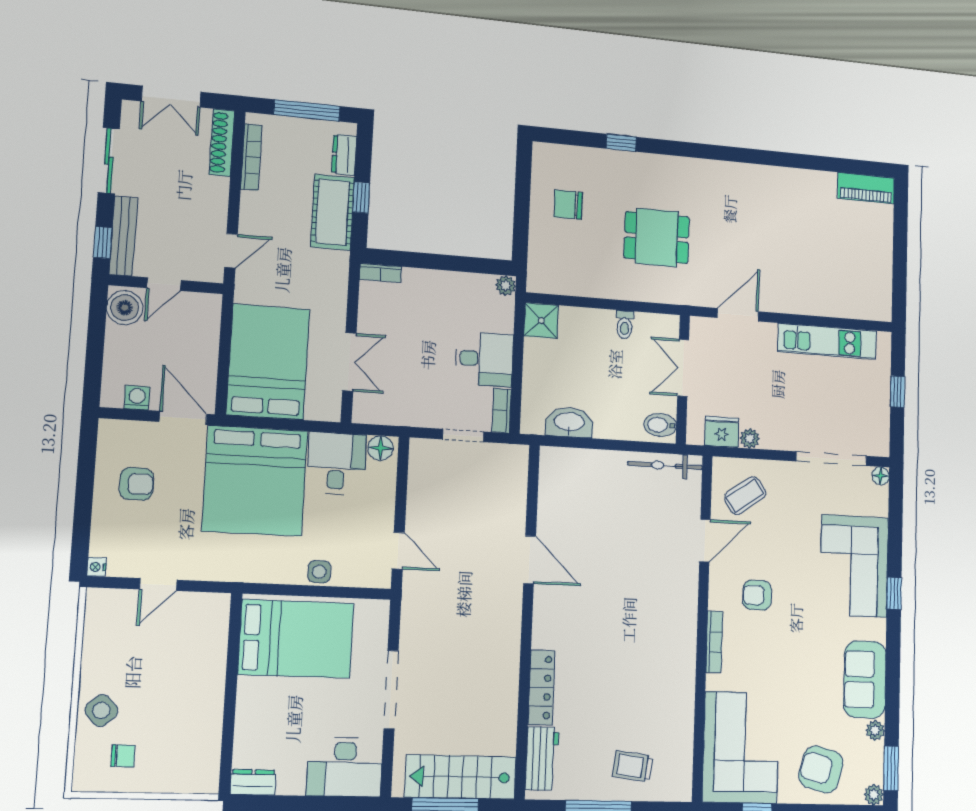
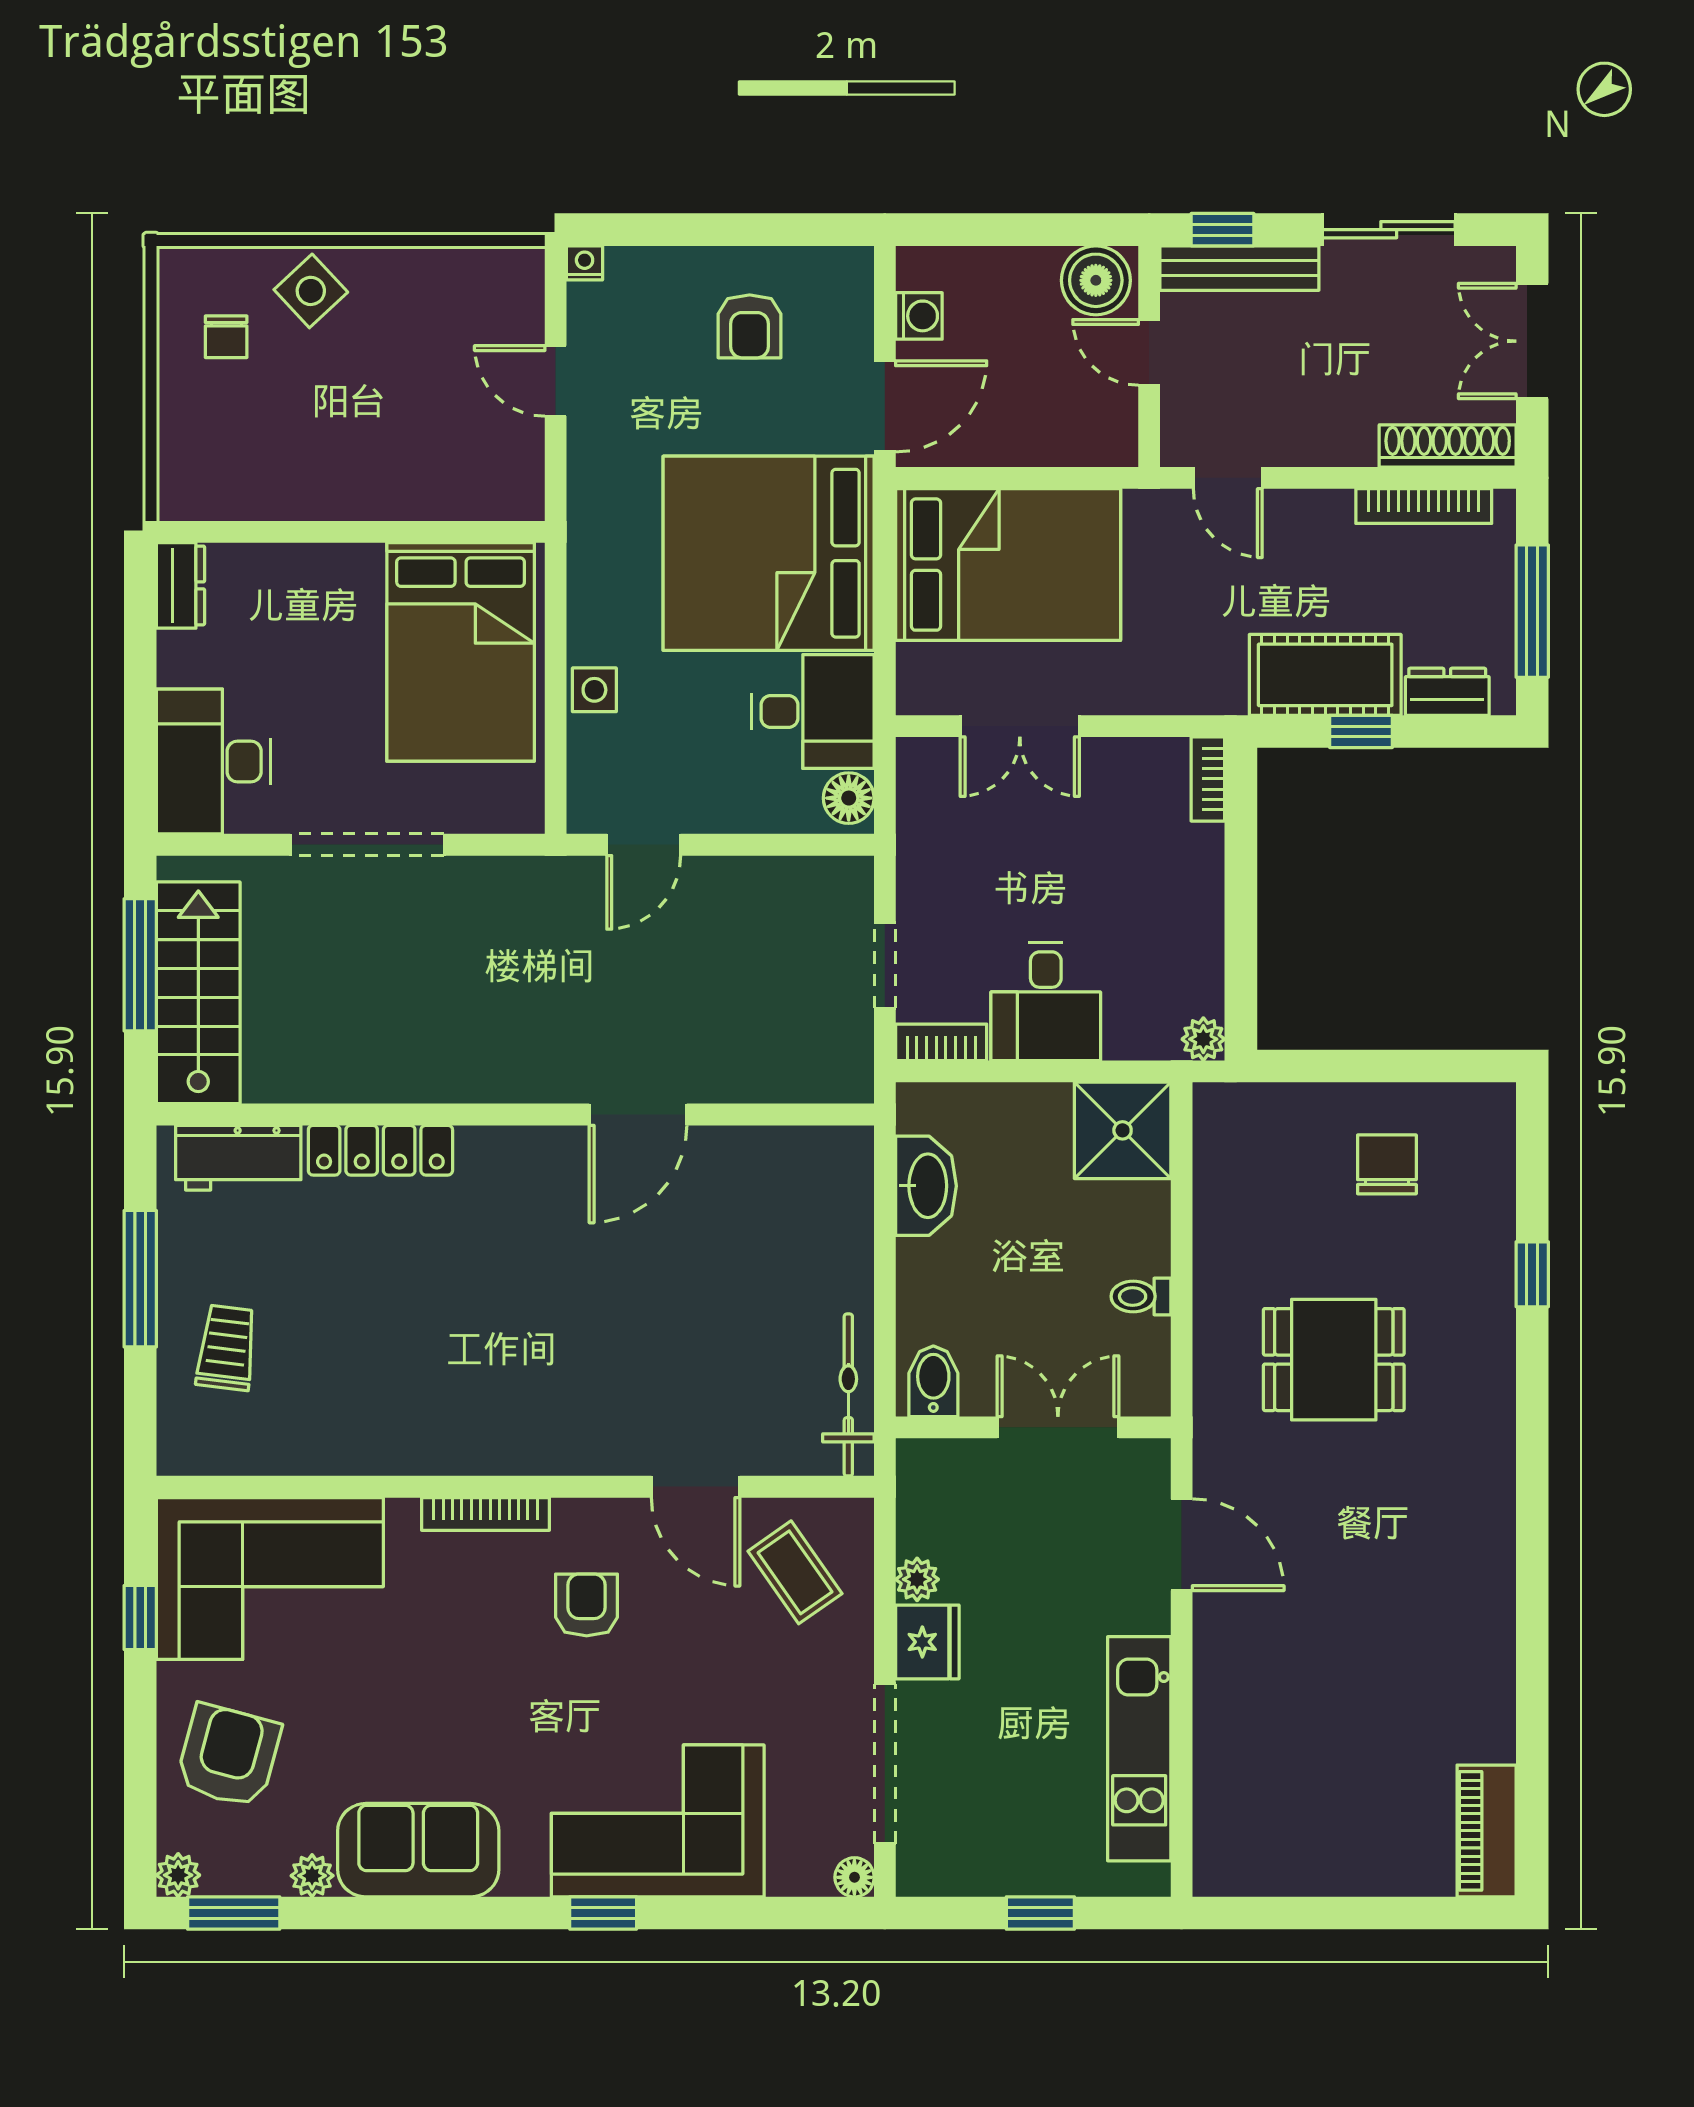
dining table: (657, 237) -> (1334, 1360), turned 90
shower: (541, 321) -> (1123, 1130), width x1.36, depth x1.36
fridge: (722, 432) -> (927, 1642), moved

